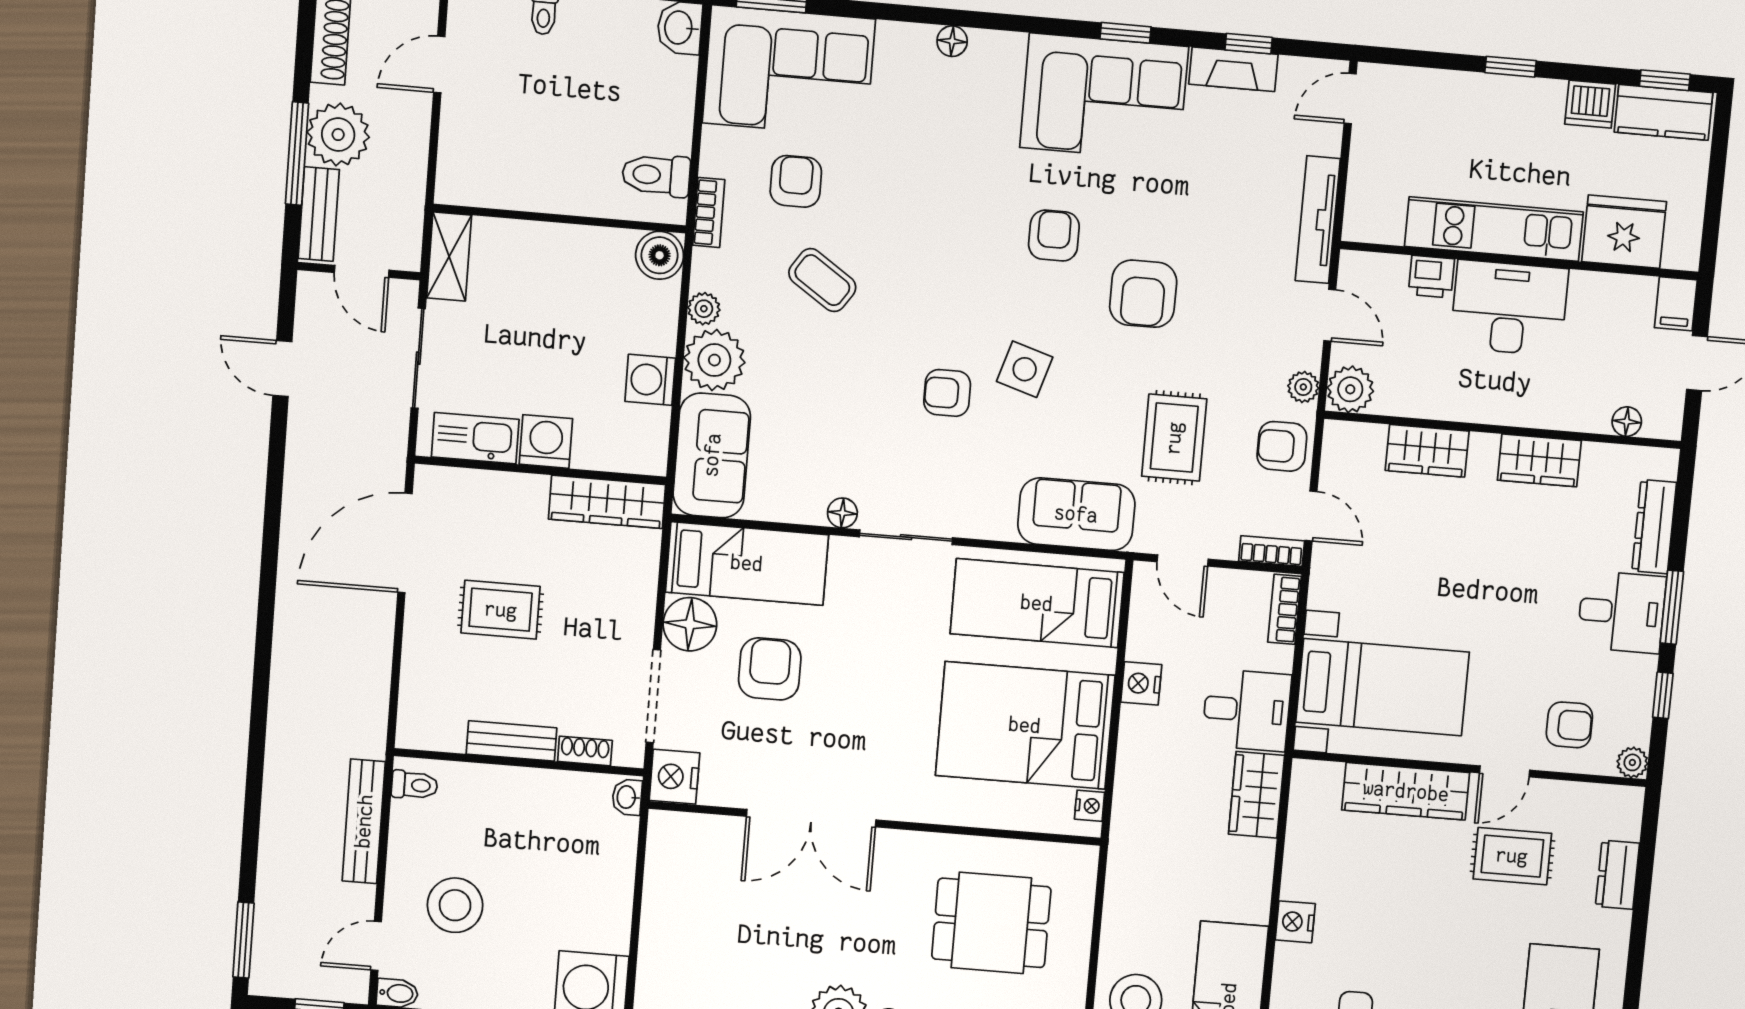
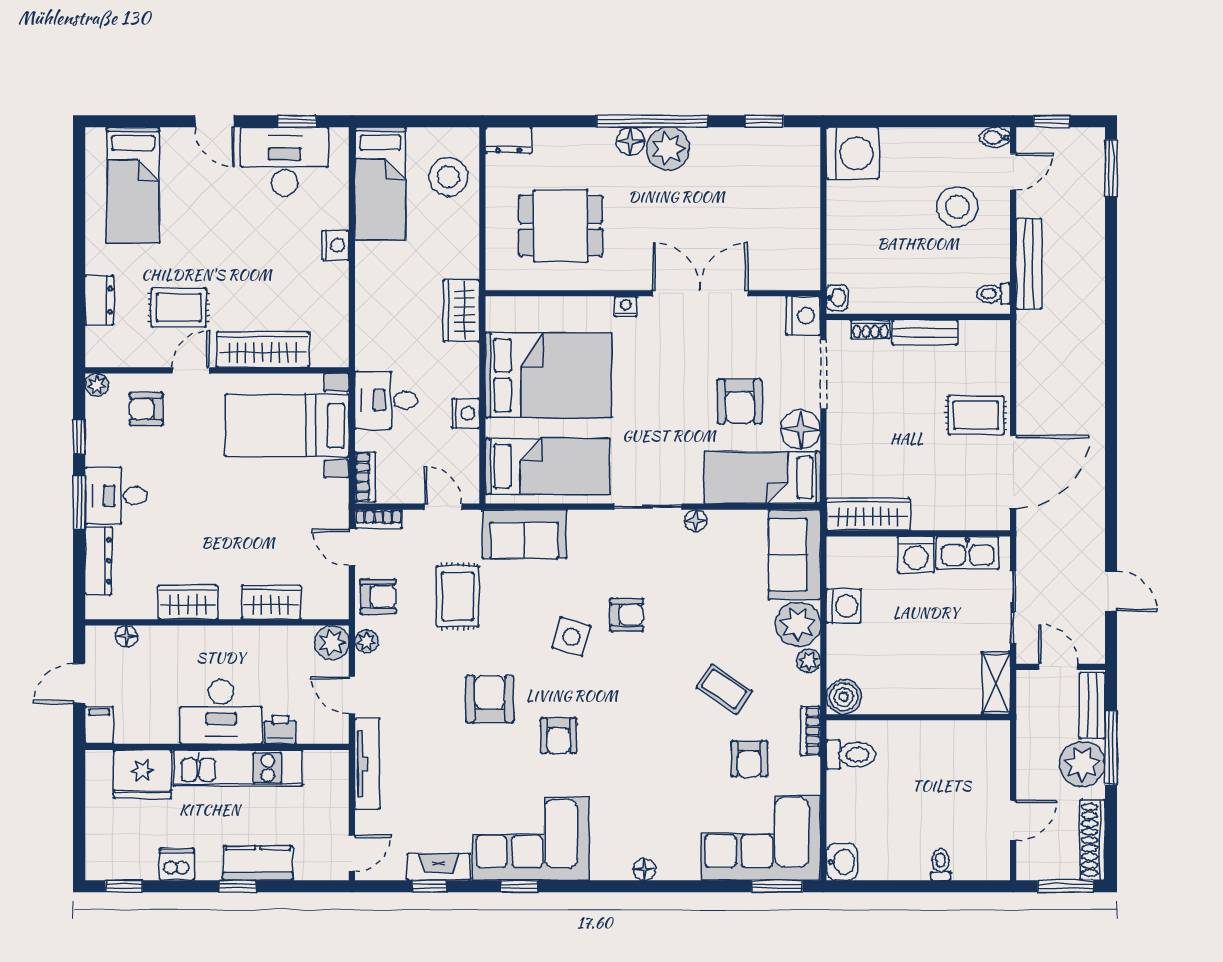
kitchen counter: (1663, 112) -> (258, 863), moved
rug: (501, 610) -> (976, 415), moved
wardrobe: (1256, 795) -> (461, 311), moved, turned 180
nightstand: (1090, 806) -> (626, 306), moved, turned 90

